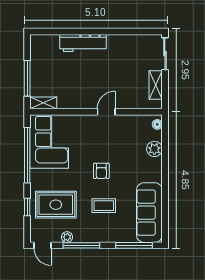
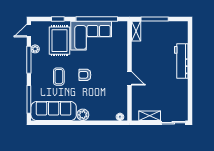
corner sofa: (49, 141) -> (91, 36), moved
plant: (154, 149) -> (83, 115), moved

